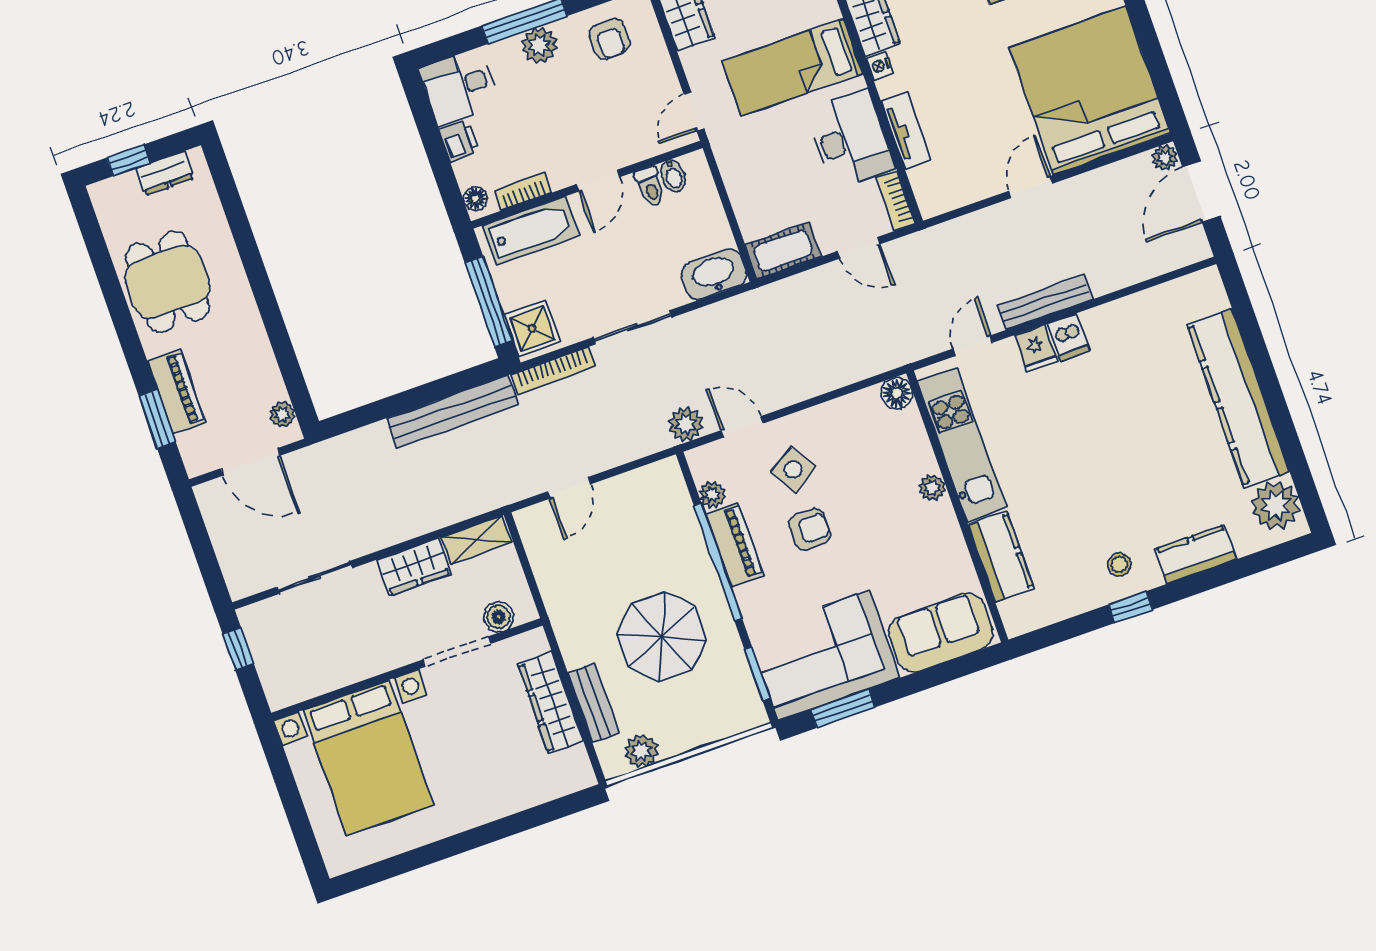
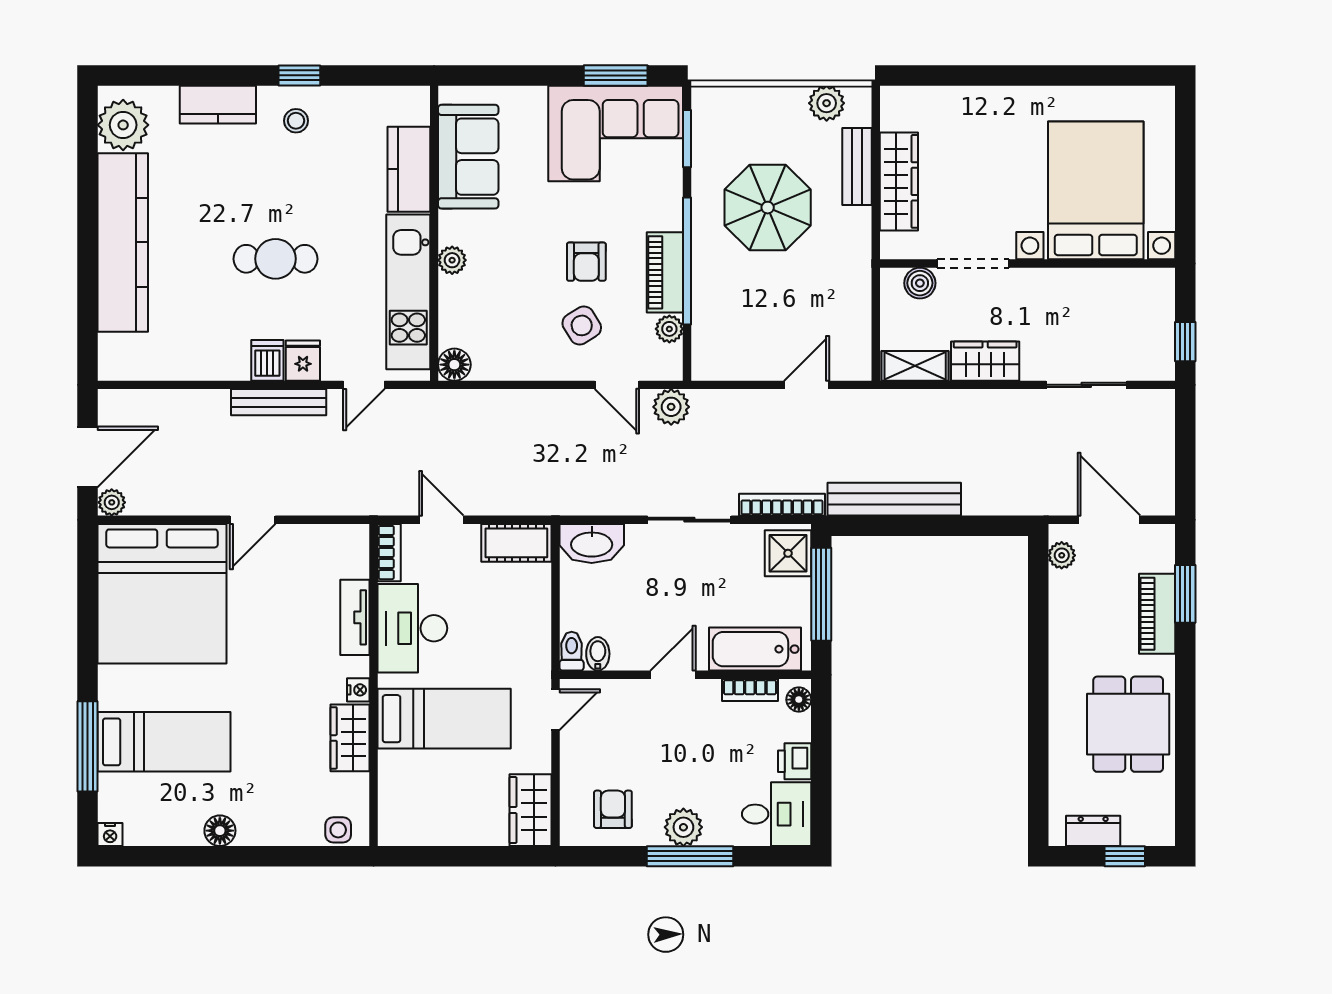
toilet: (650, 187) -> (572, 651), moved
cafe table: (1094, 432) -> (275, 259), added
armchair: (809, 529) -> (586, 262), turned -90
sofa: (941, 633) -> (468, 157), moved, turned -90

